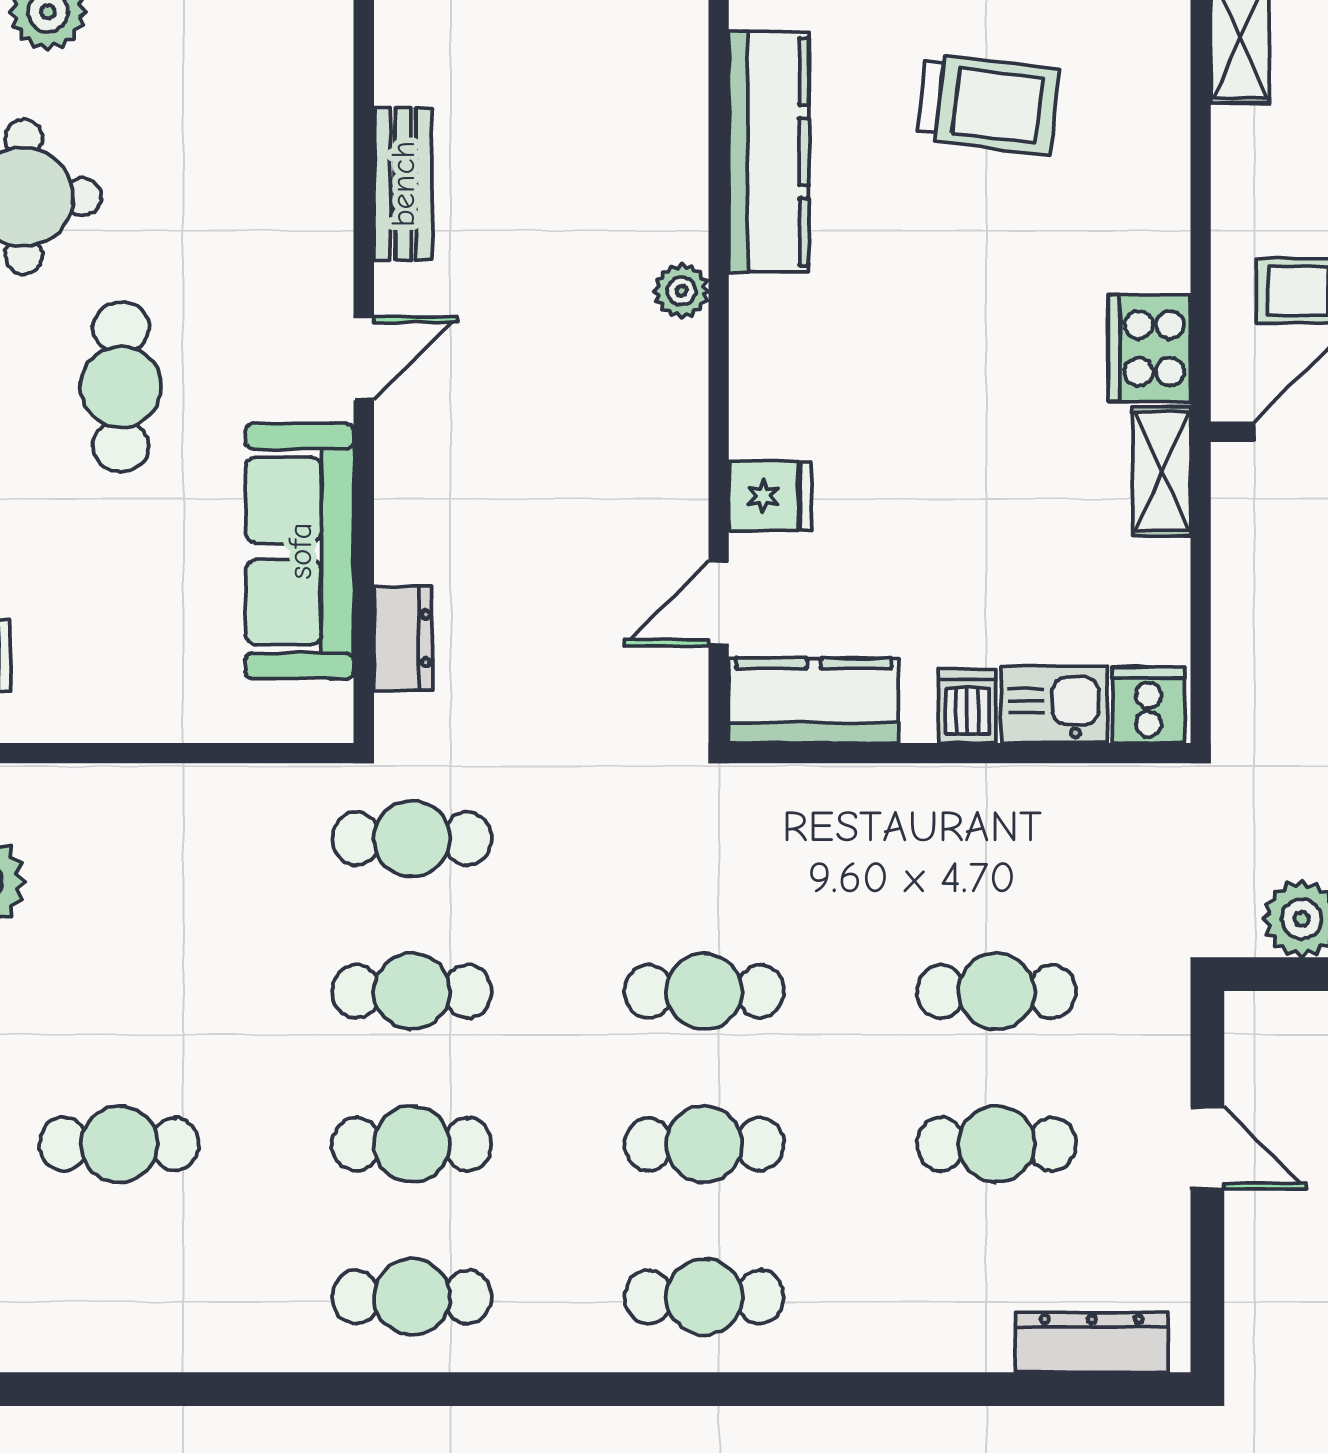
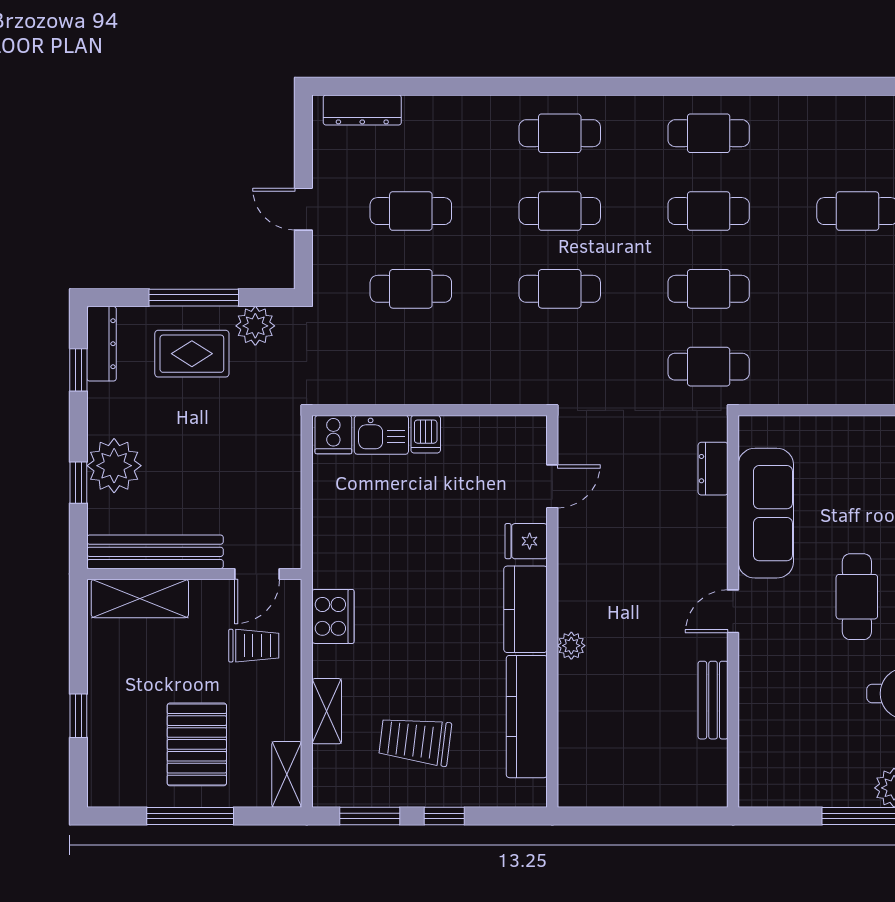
shelving: (1162, 471) -> (327, 711), moved
kitchen counter: (814, 701) -> (526, 609), moved, turned 90

